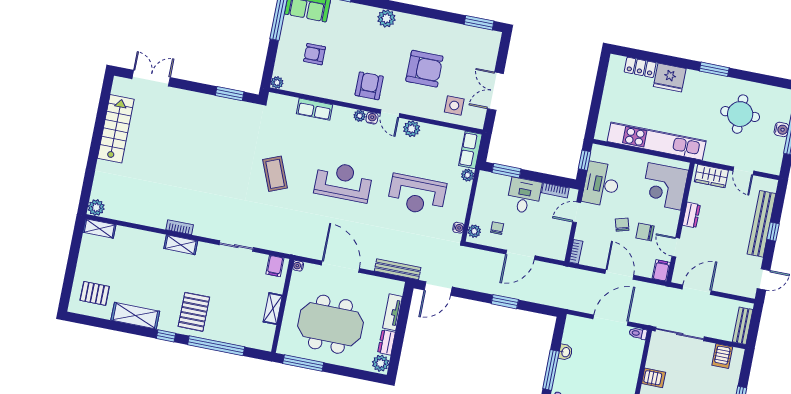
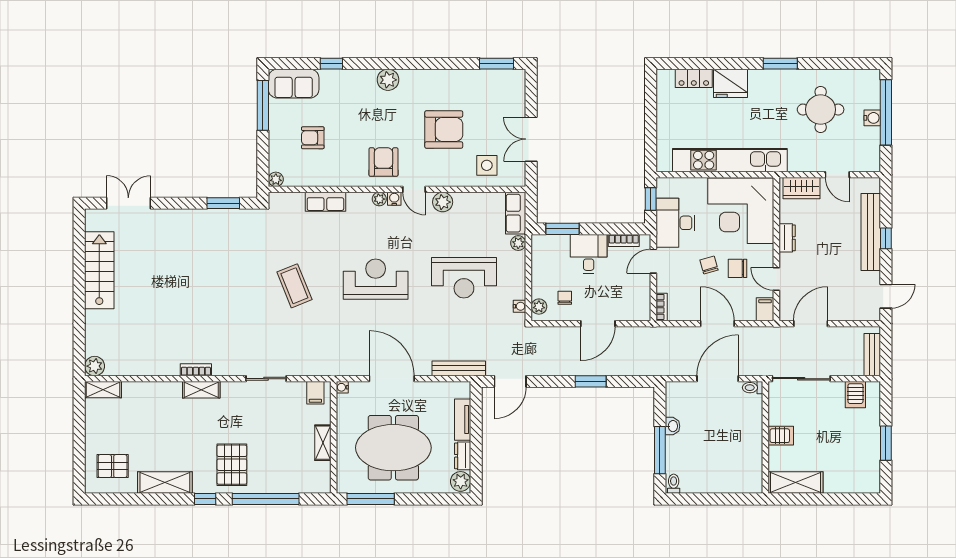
corner desk: (665, 186) -> (741, 211), width x1.36, depth x1.36

